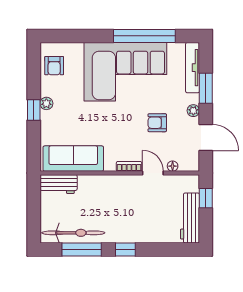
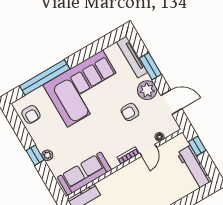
window: (144, 36) -> (45, 77), moved
plant: (46, 103) -> (47, 155), moved
plant: (193, 111) -> (147, 90), width x1.88, depth x1.88
door: (153, 173) -> (148, 150), swing flipped

